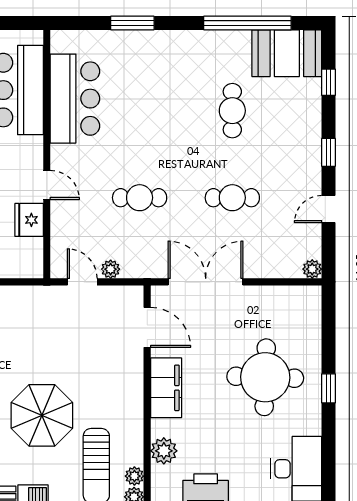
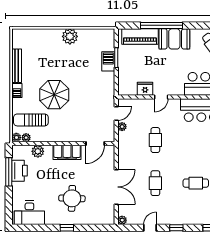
door: (328, 209) -> (150, 228), hinge flipped
double door: (206, 282) -> (116, 187), moved
round table: (265, 377) -> (72, 198), width x0.73, depth x0.73

